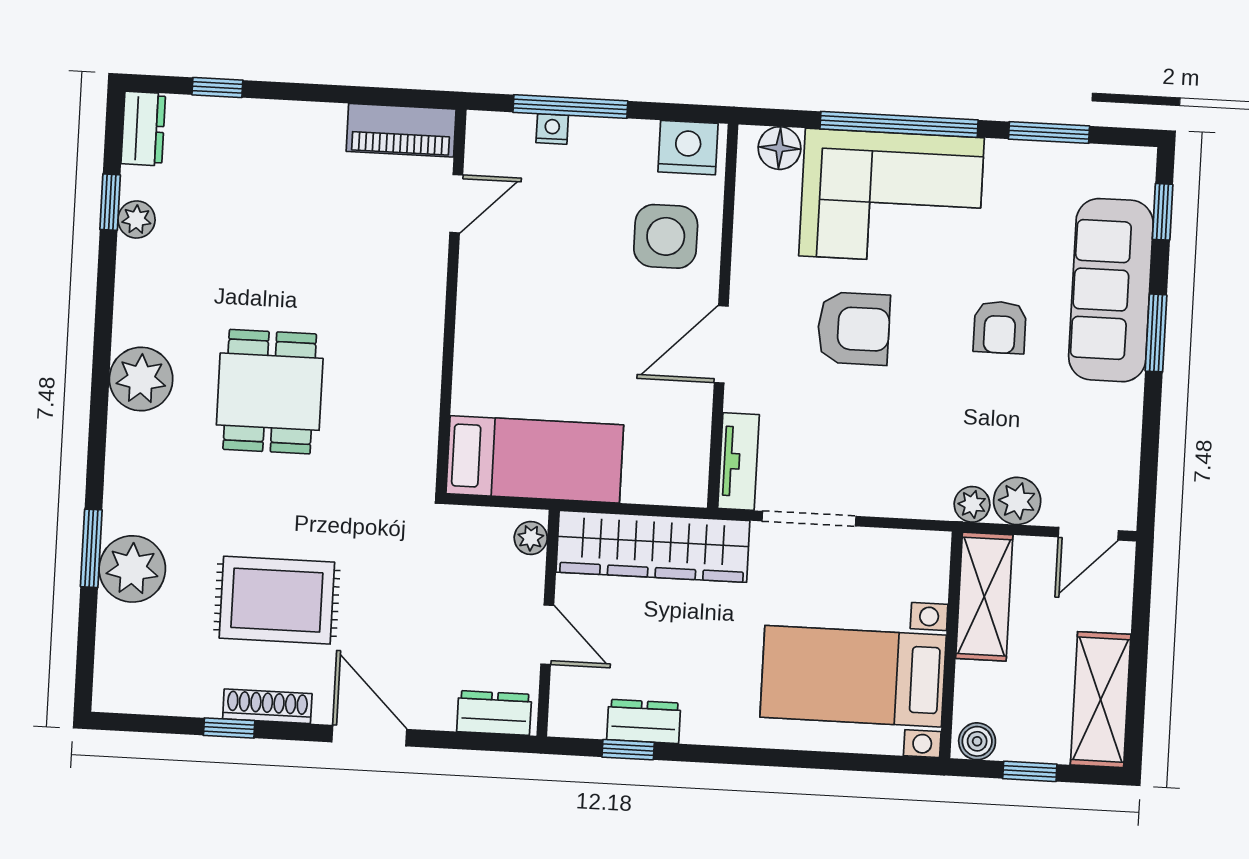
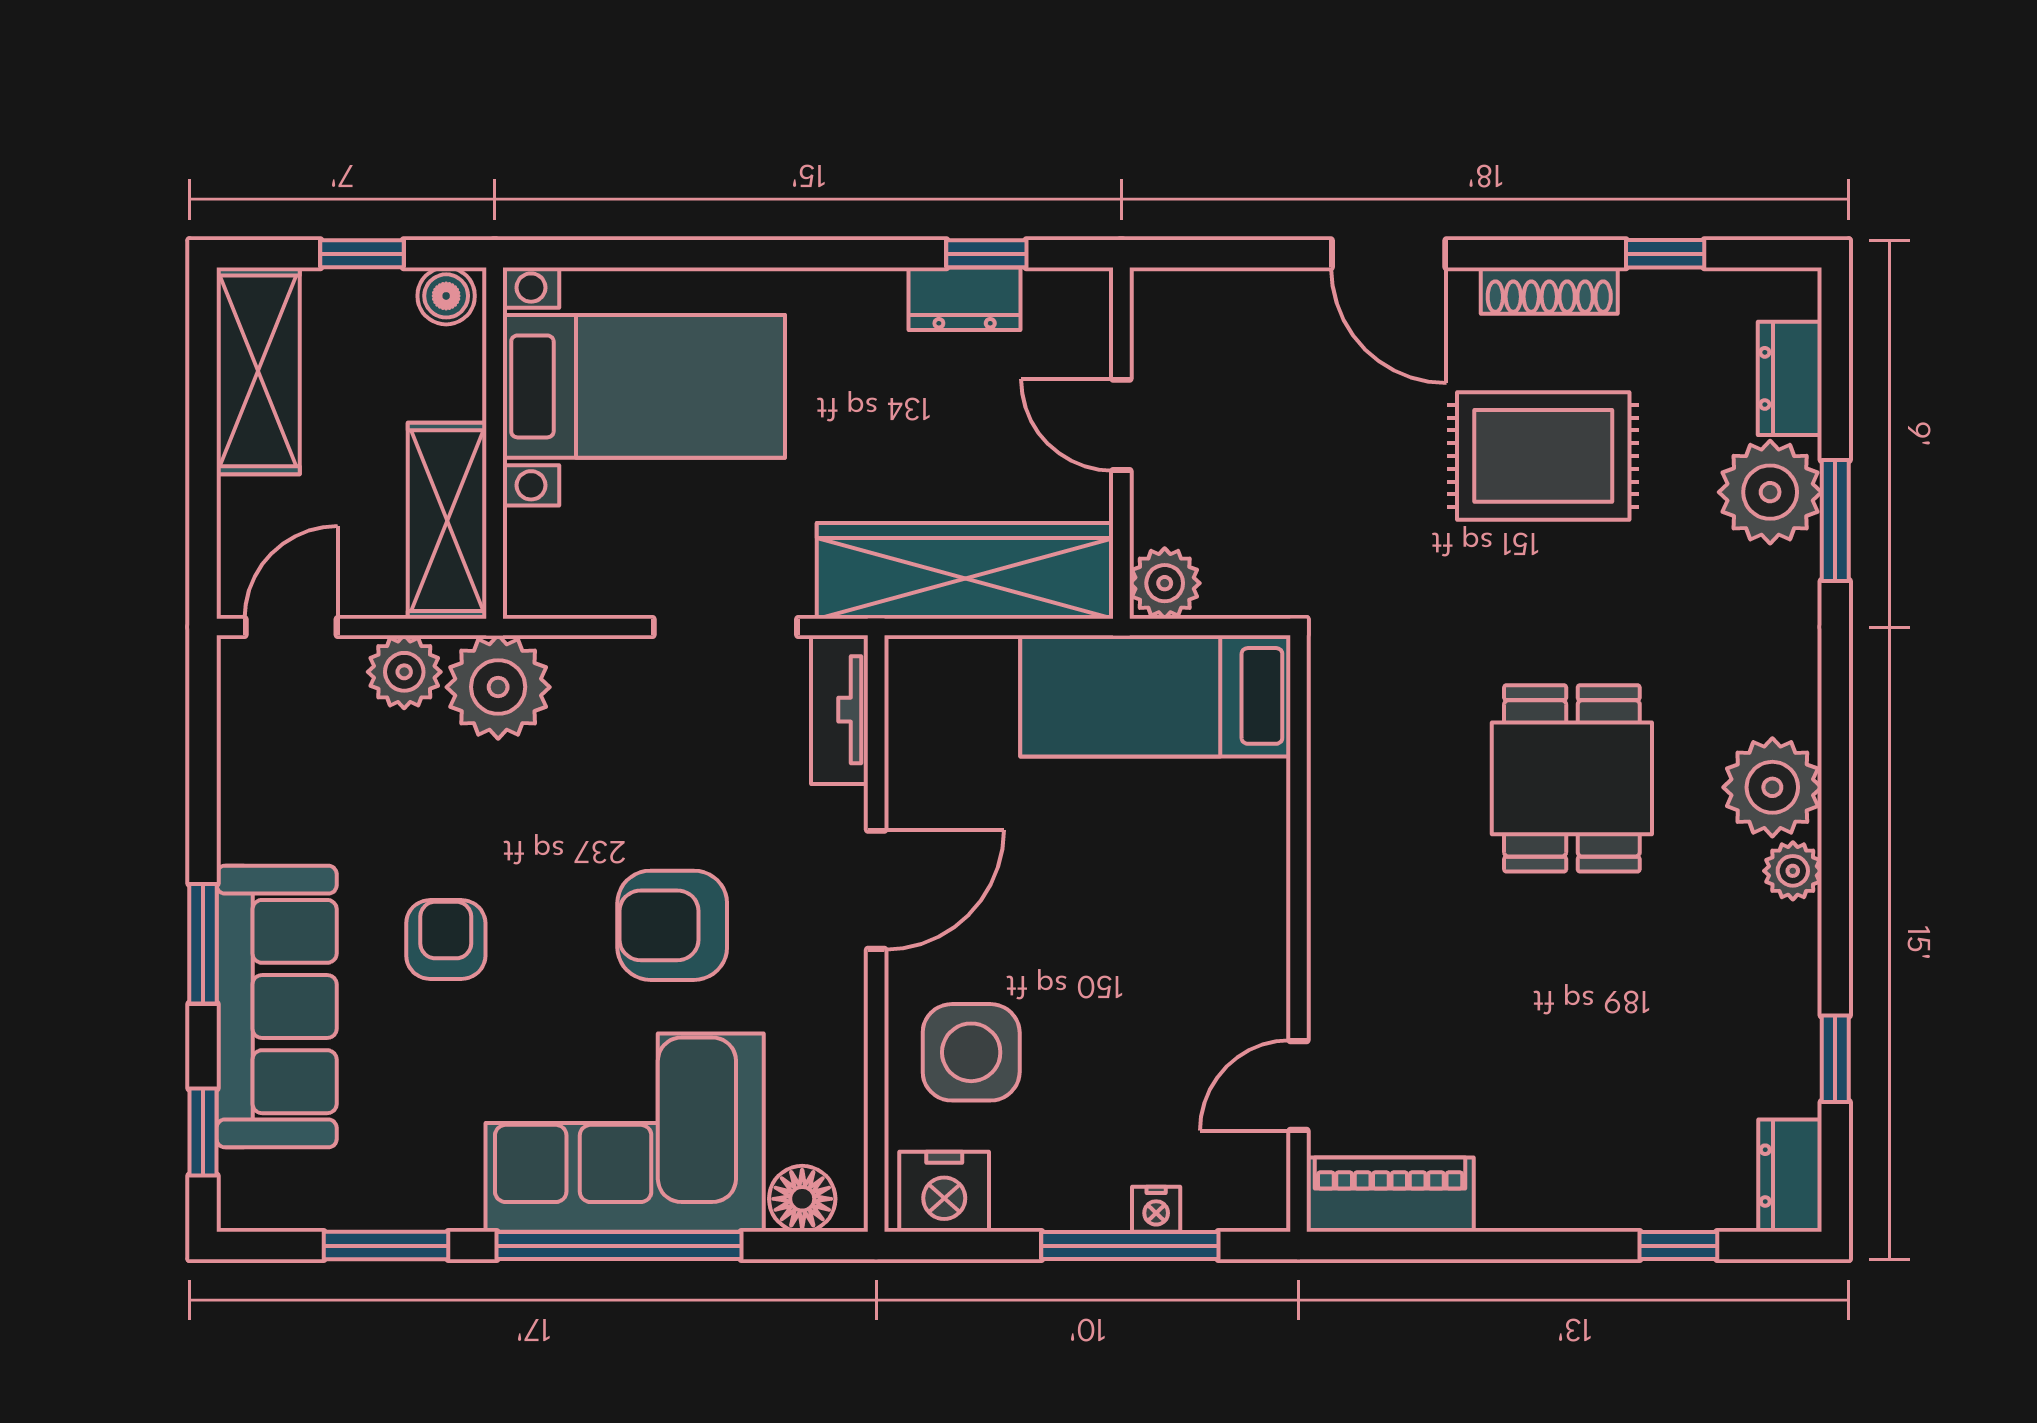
plant: (136, 219) -> (1793, 871), moved
plant: (972, 504) -> (498, 687), width x1.88, depth x1.88
plant: (531, 538) -> (1165, 583), width x1.38, depth x1.38
dresser: (494, 713) -> (1790, 378), moved, turned 90
window: (229, 728) -> (1665, 254), moved

